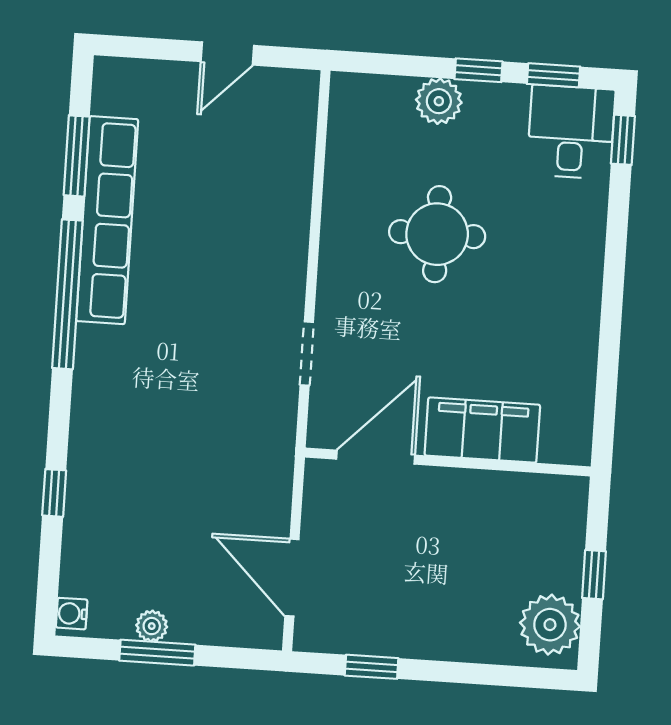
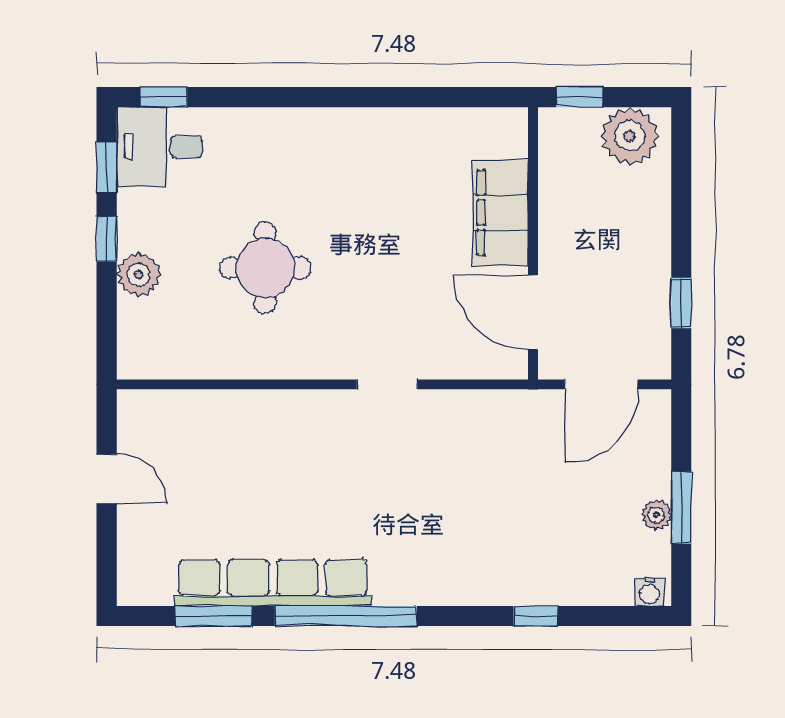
filing cabinet: (482, 430) -> (500, 212), moved
door: (376, 457) -> (533, 312), moved
wall: (448, 462) -> (533, 243), moved

